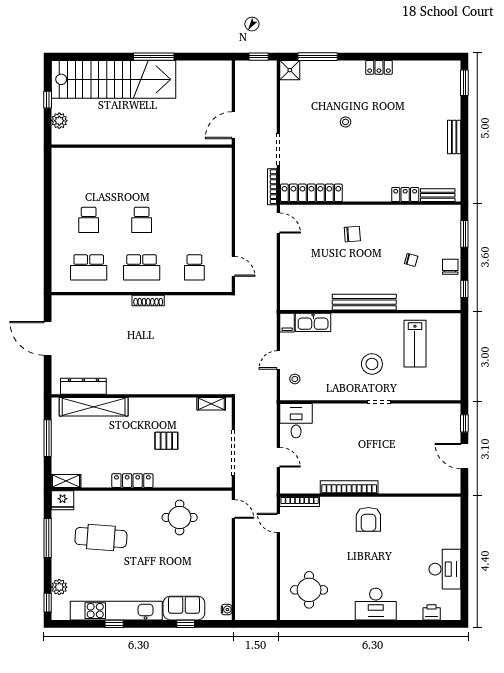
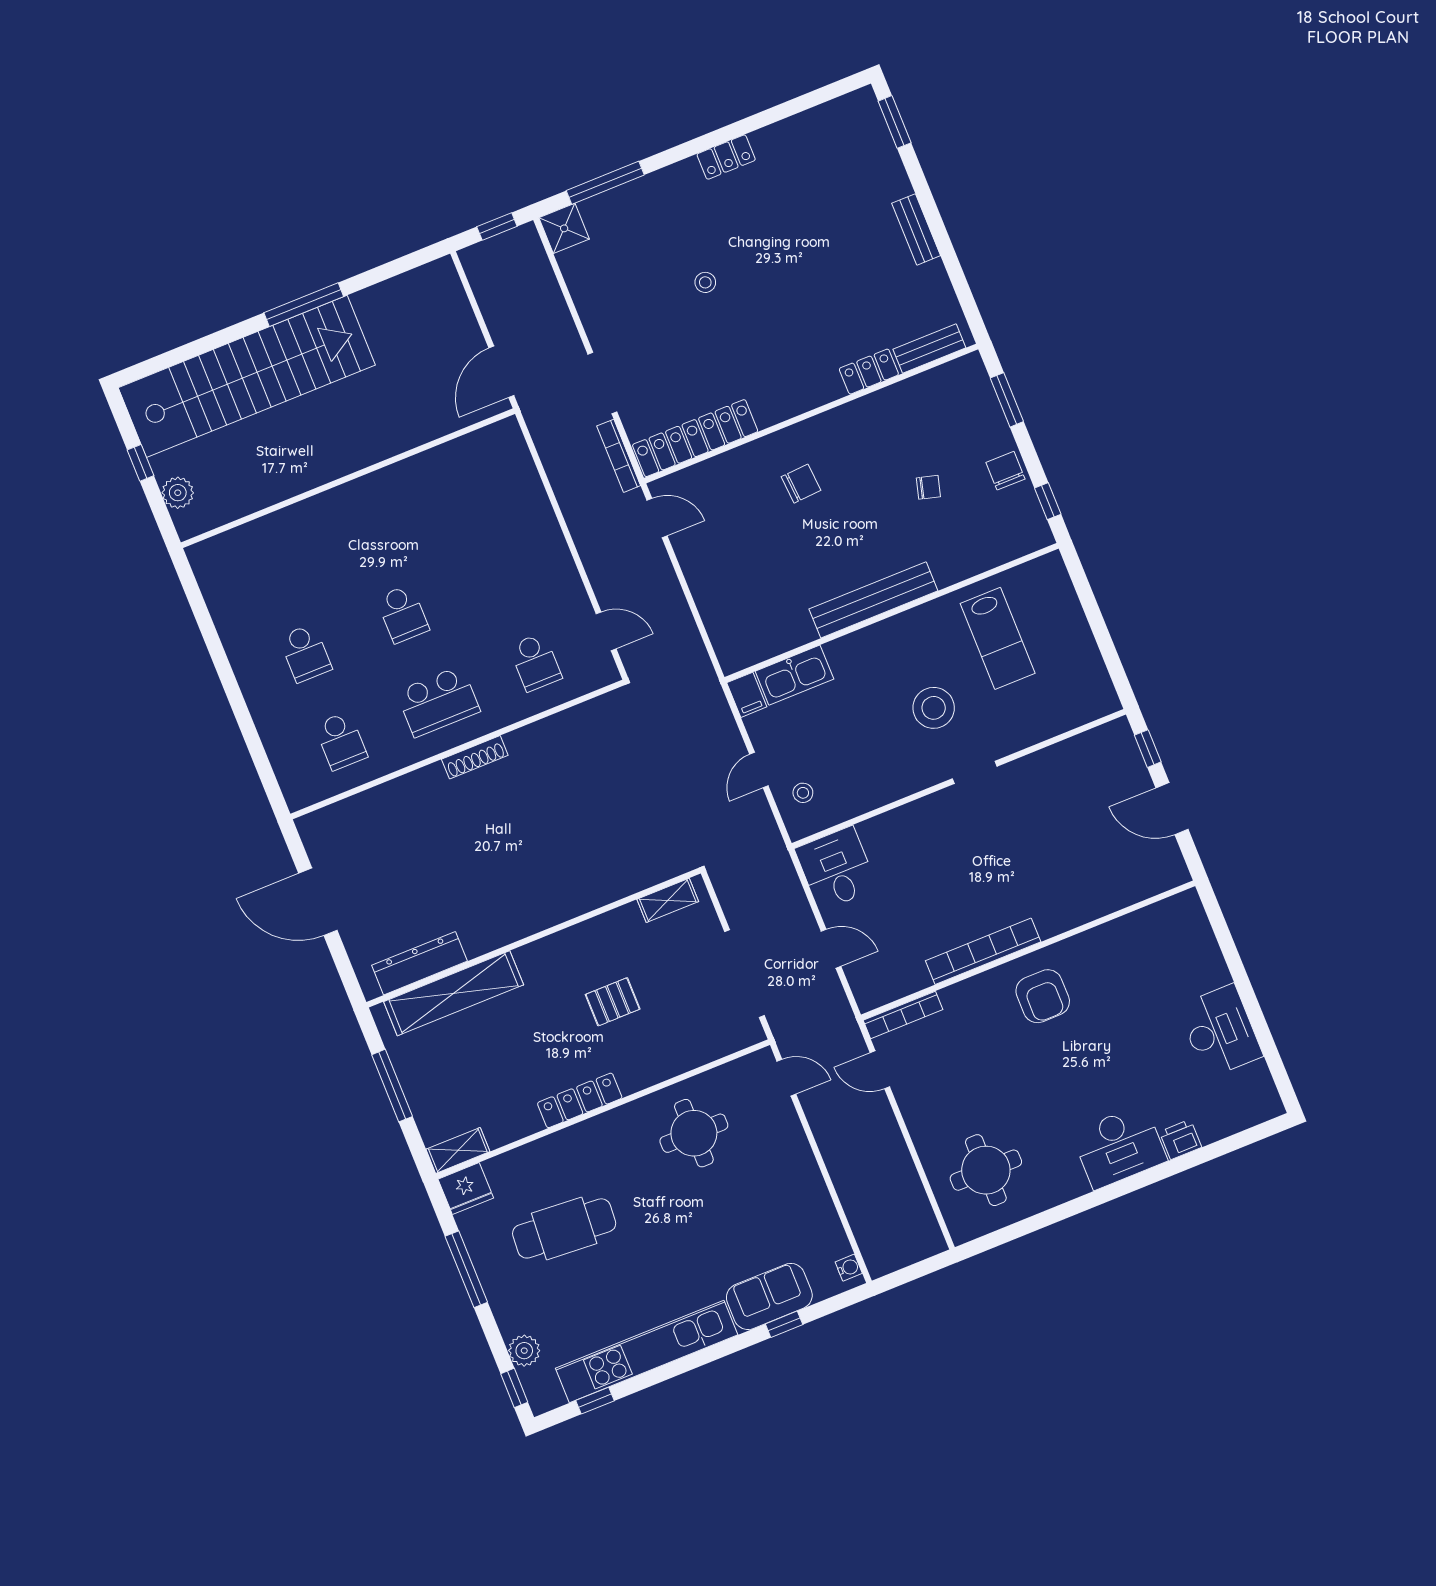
school desk: (89, 267) -> (341, 741), width x0.54
printer: (432, 612) -> (1181, 1139), moved
window: (114, 624) -> (595, 1401), moved

